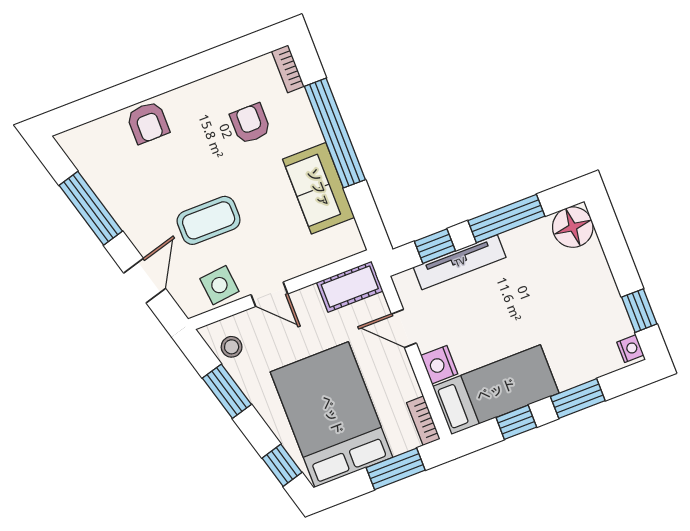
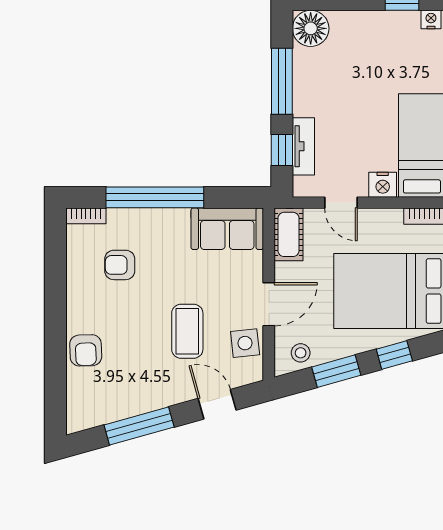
armchair: (148, 122) -> (86, 350), turned 88
sofa: (319, 188) -> (227, 229), moved
tv unit: (460, 262) -> (303, 146), width x0.71
door: (269, 294) -> (269, 304), width x1.37
door: (404, 328) -> (341, 203), hinge flipped
window: (282, 465) -> (394, 355), moved

